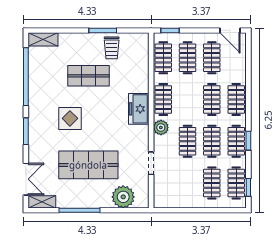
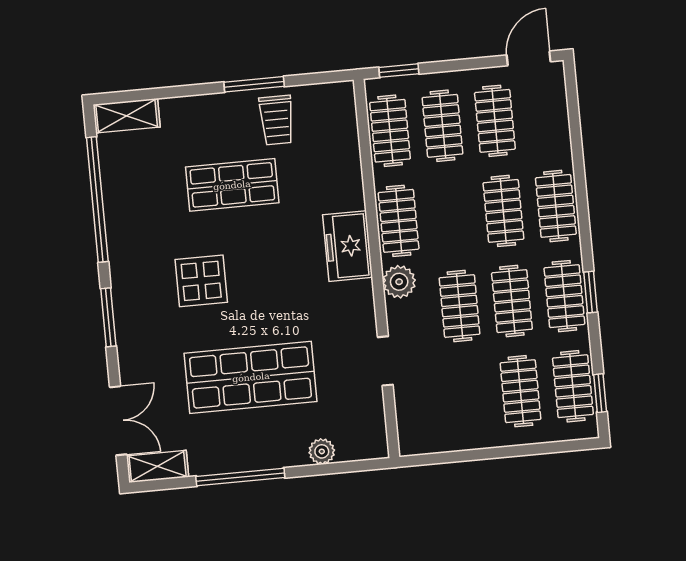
door: (230, 30) -> (529, 58), swing flipped
plant: (123, 197) -> (322, 451), width x0.53, depth x0.53

